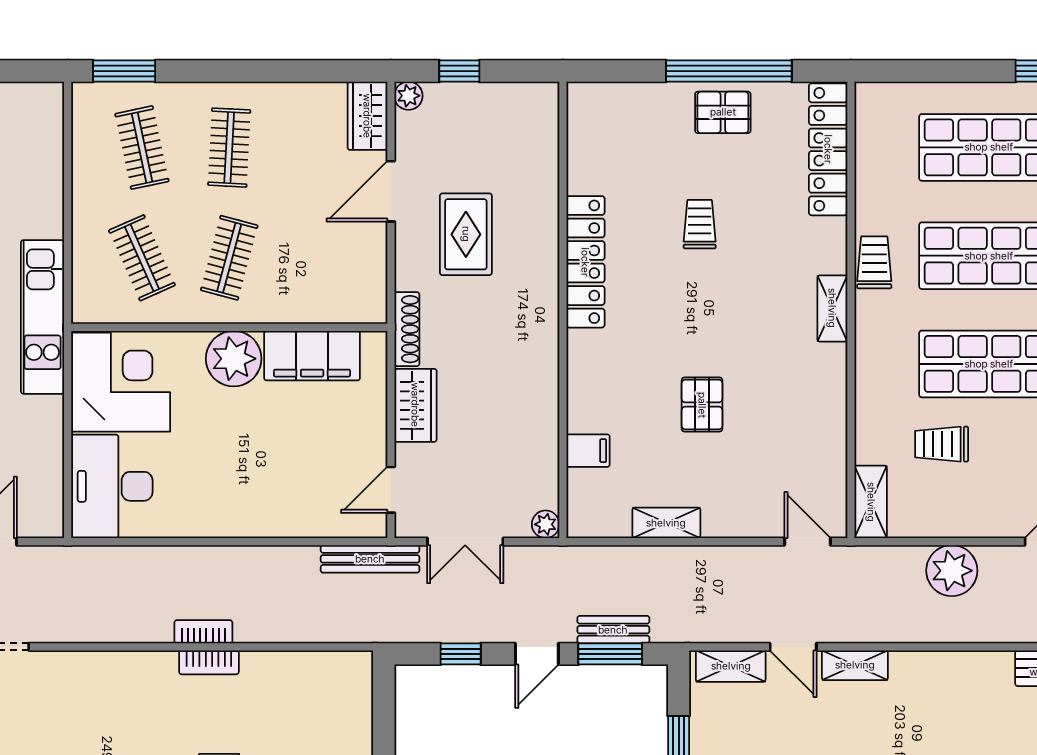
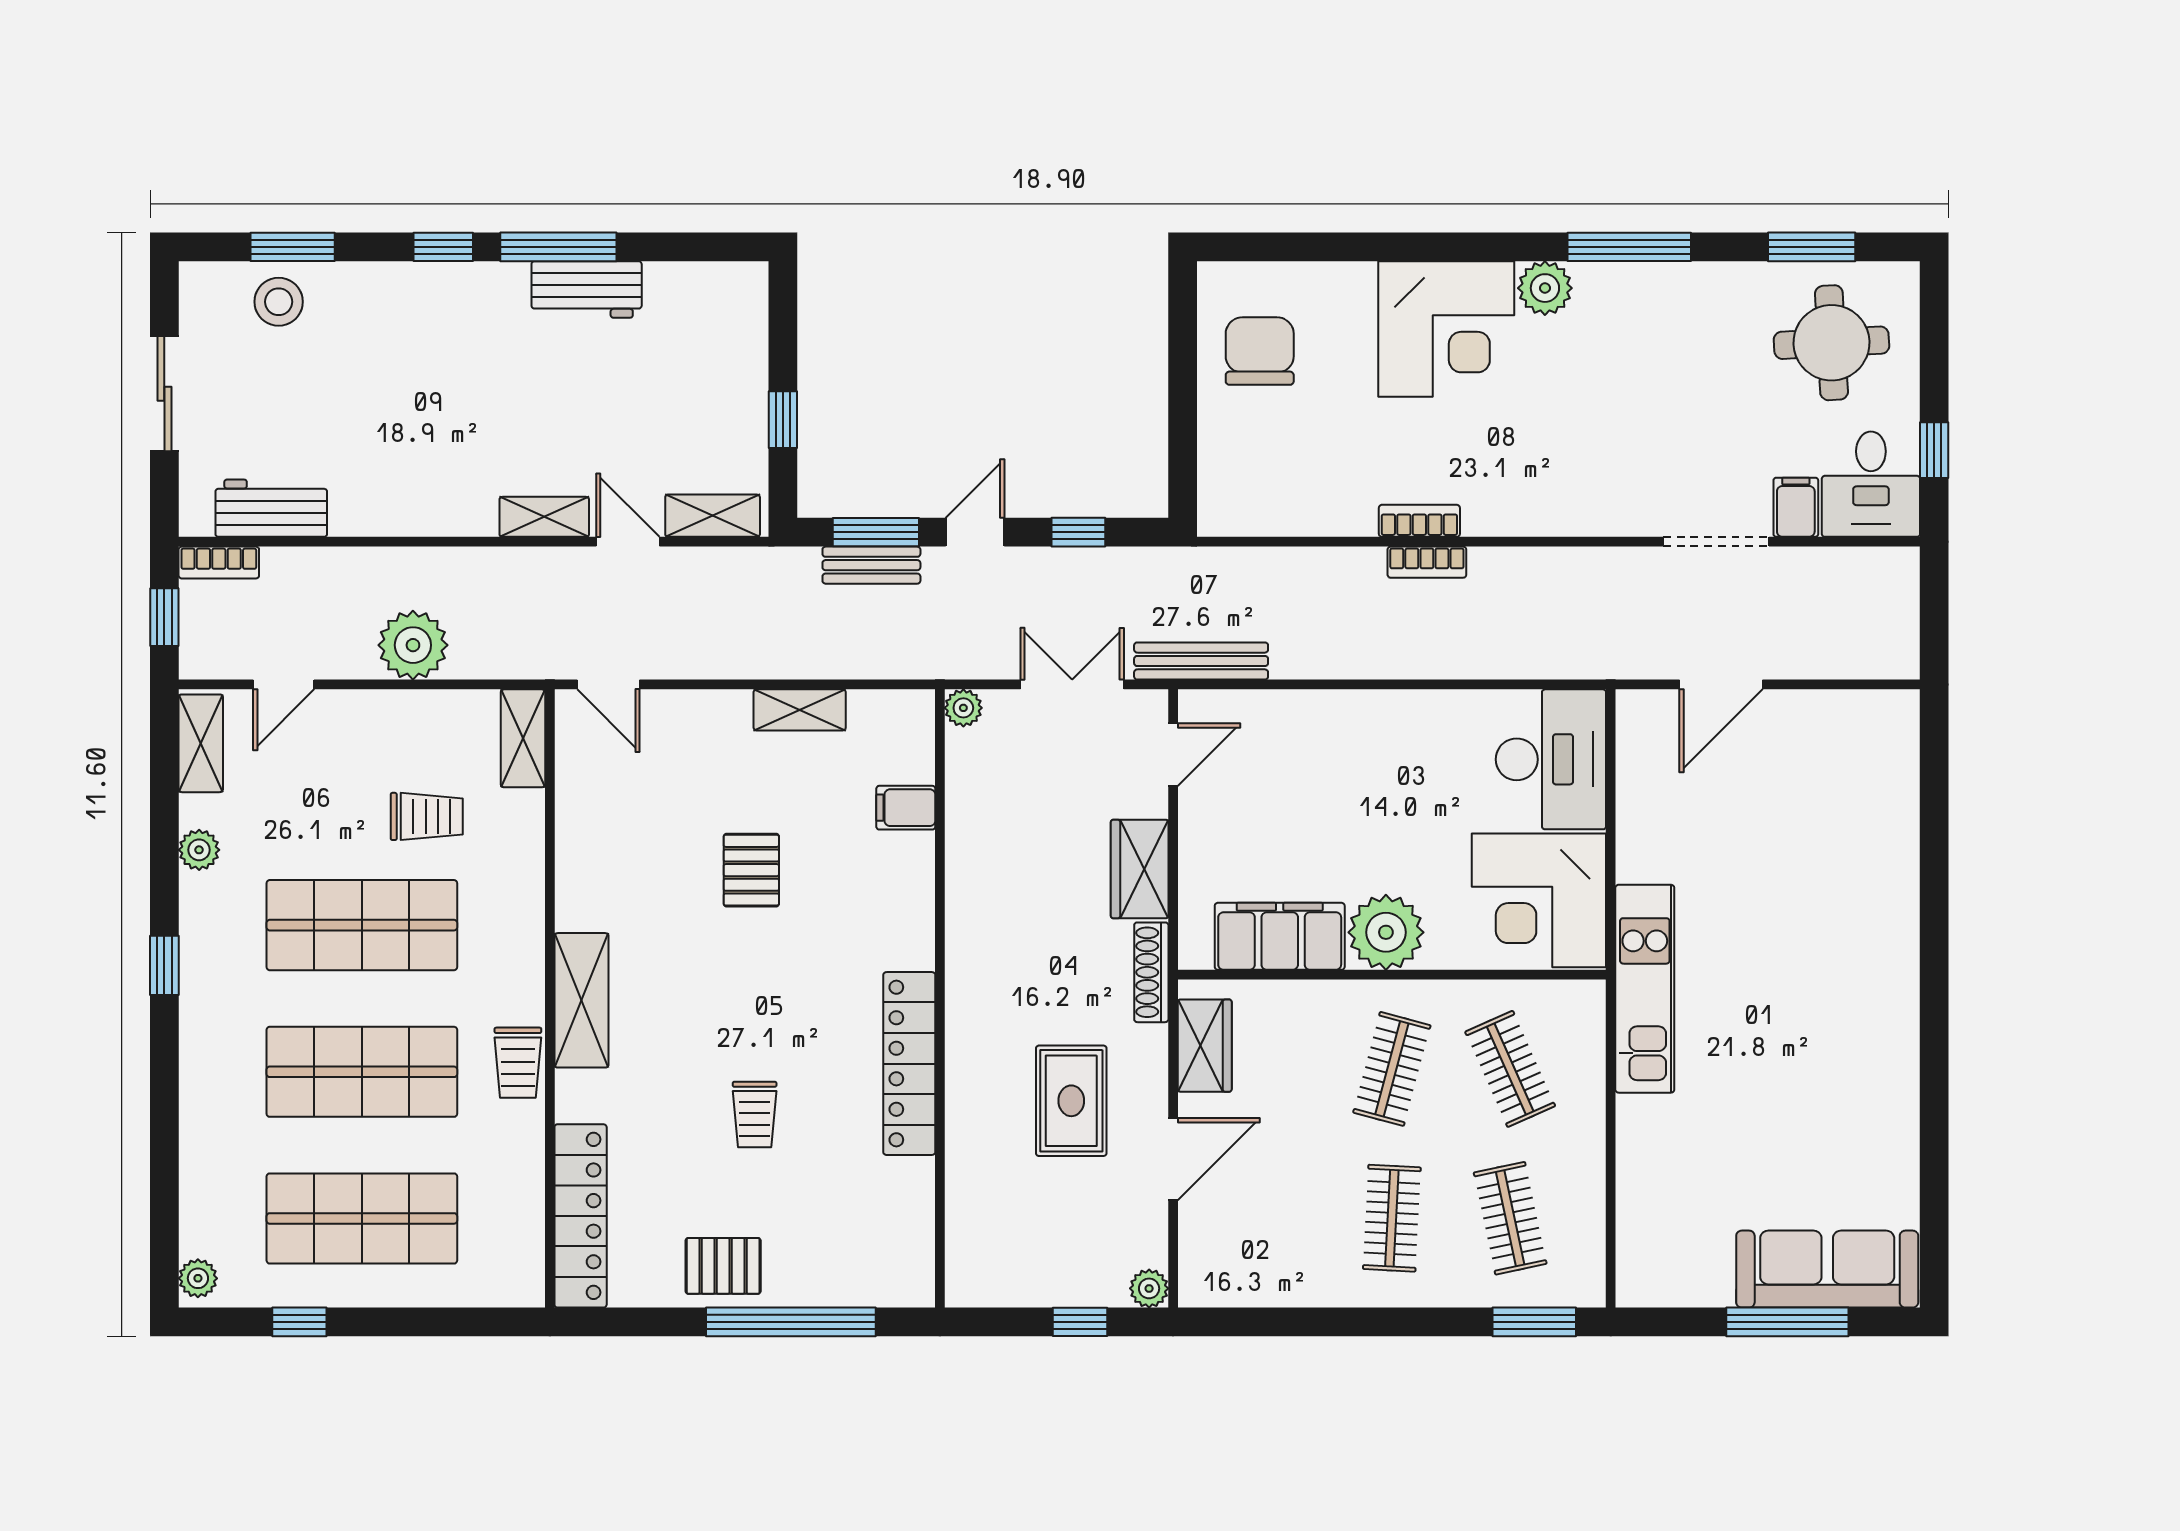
window: (729, 71) -> (791, 1322), moved
wardrobe: (367, 116) -> (1205, 1046), moved
shelving: (832, 308) -> (581, 1000), width x1.50, depth x1.33

